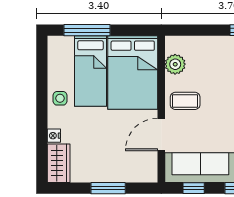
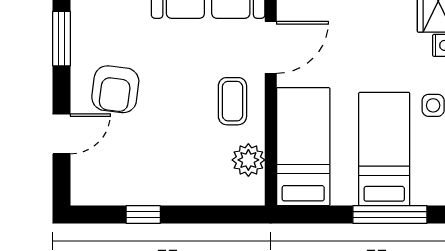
bed: (133, 73) -> (303, 147), width x0.67
coffee table: (185, 101) -> (232, 101), turned 90

